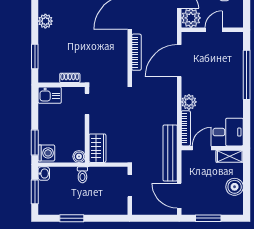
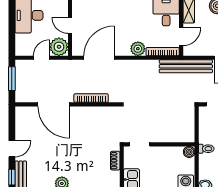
door: (179, 61) -> (99, 58), swing flipped
wardrobe: (97, 148) -> (181, 135), removed
door: (202, 148) -> (181, 37), swing flipped

